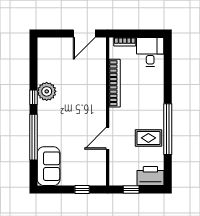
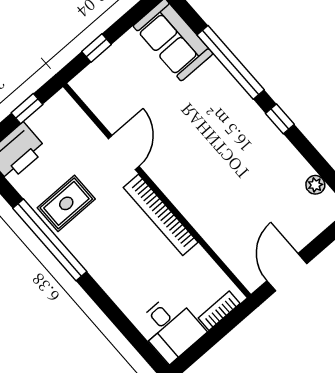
bookcase: (115, 83) -> (161, 215), moved
plant: (47, 91) -> (315, 185), moved, width x0.53, depth x0.53

